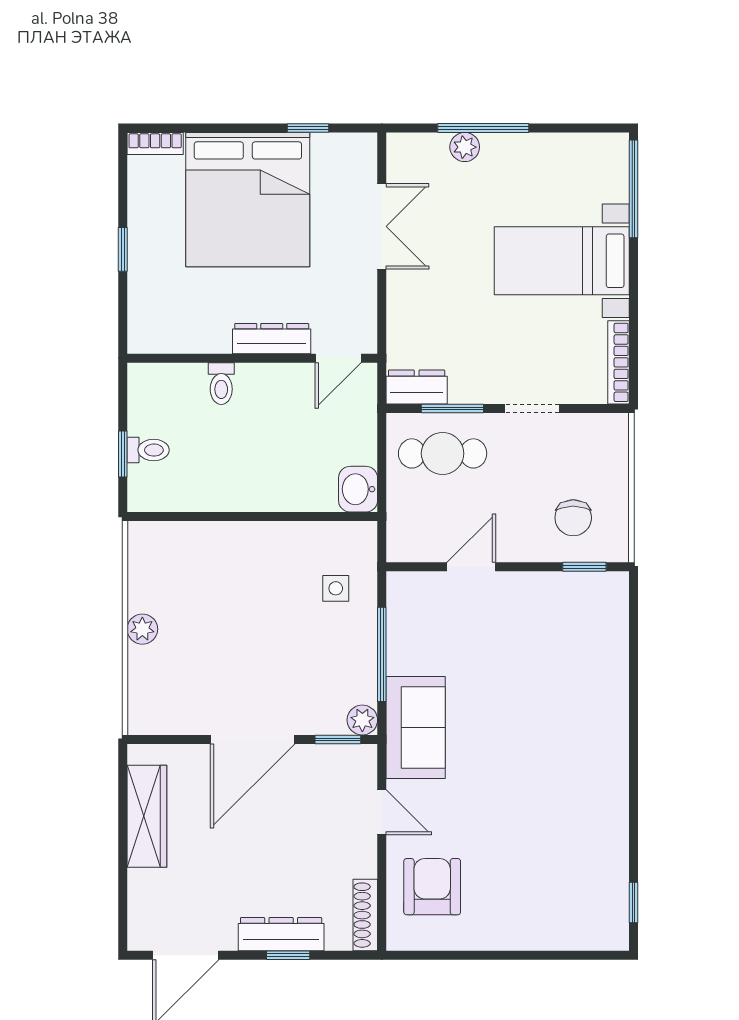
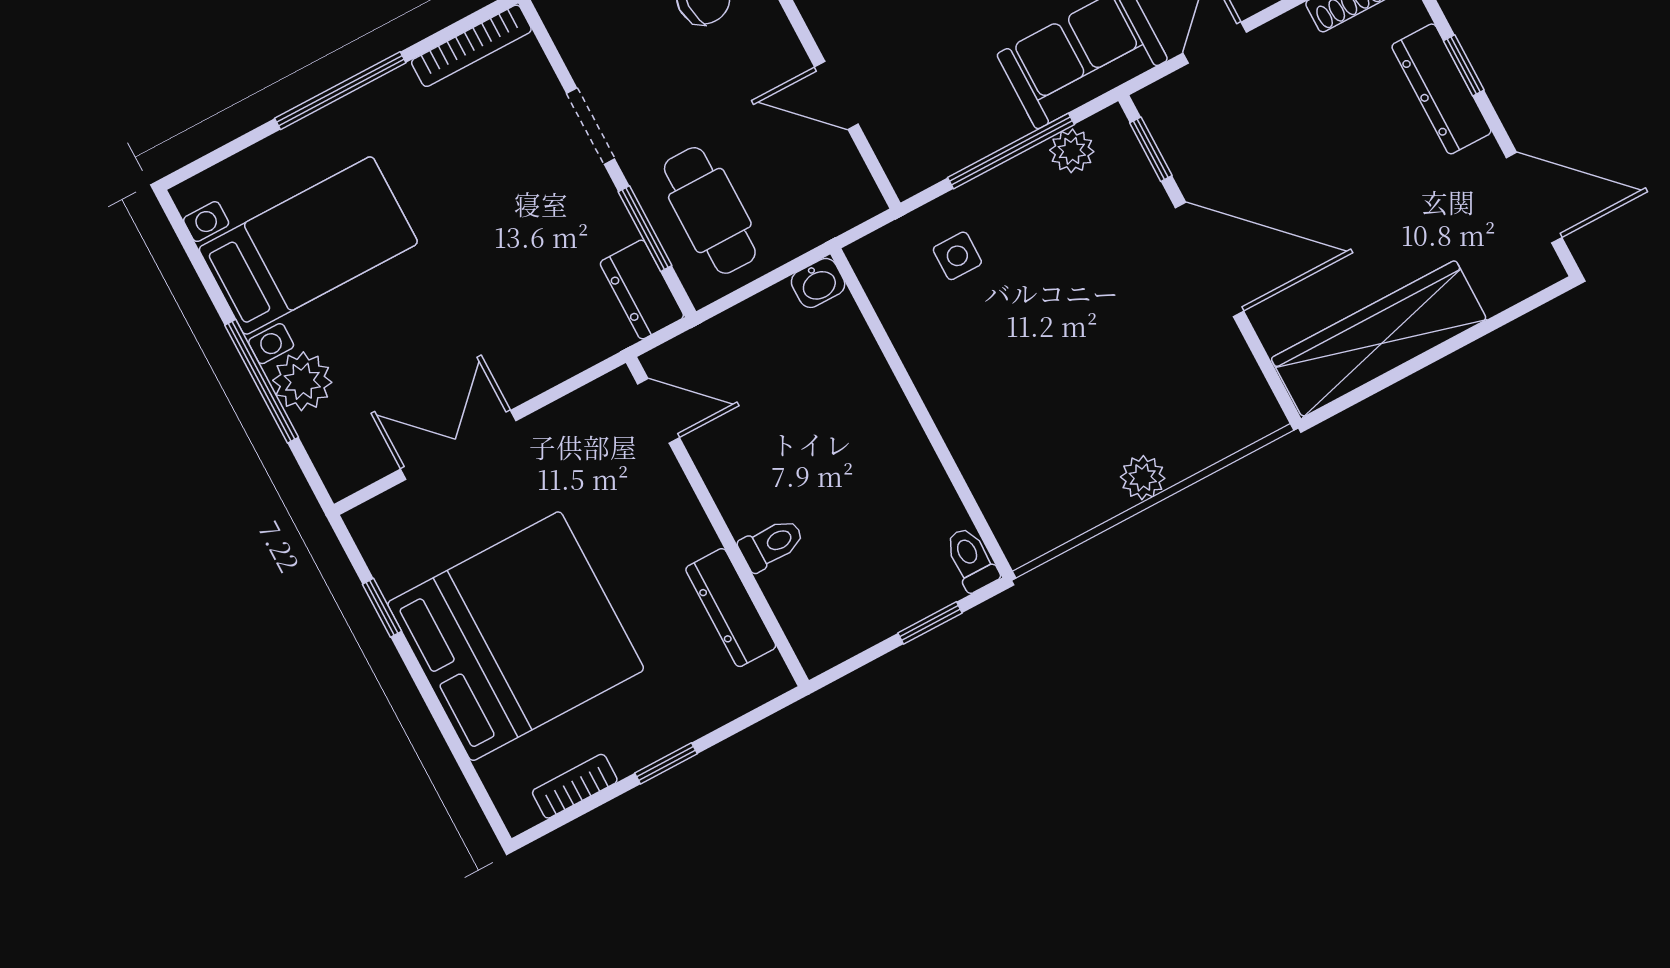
bookcase: (155, 144) -> (575, 786), moved, turned -90
plant: (465, 147) -> (302, 381), width x1.38, depth x1.38
window: (634, 189) -> (340, 91), moved
bed with nightstands: (562, 261) -> (308, 246), moved, turned -90
dresser: (272, 339) -> (731, 608), moved
toilet: (148, 450) -> (971, 559), moved
washbasin: (358, 489) -> (818, 283), width x0.72, depth x0.69
plant: (362, 720) -> (1072, 151), moved
wardrobe: (147, 816) -> (1379, 339), width x1.40, depth x1.17

